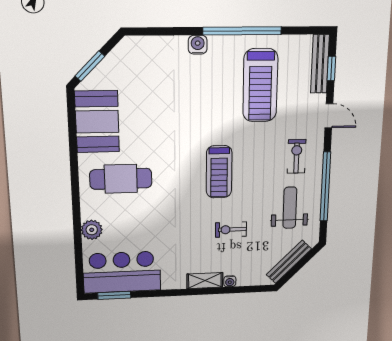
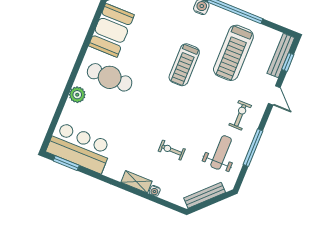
treadmill: (219, 172) -> (184, 65), moved
window: (325, 187) -> (253, 148), width x0.68
plant: (92, 230) -> (77, 95), moved

